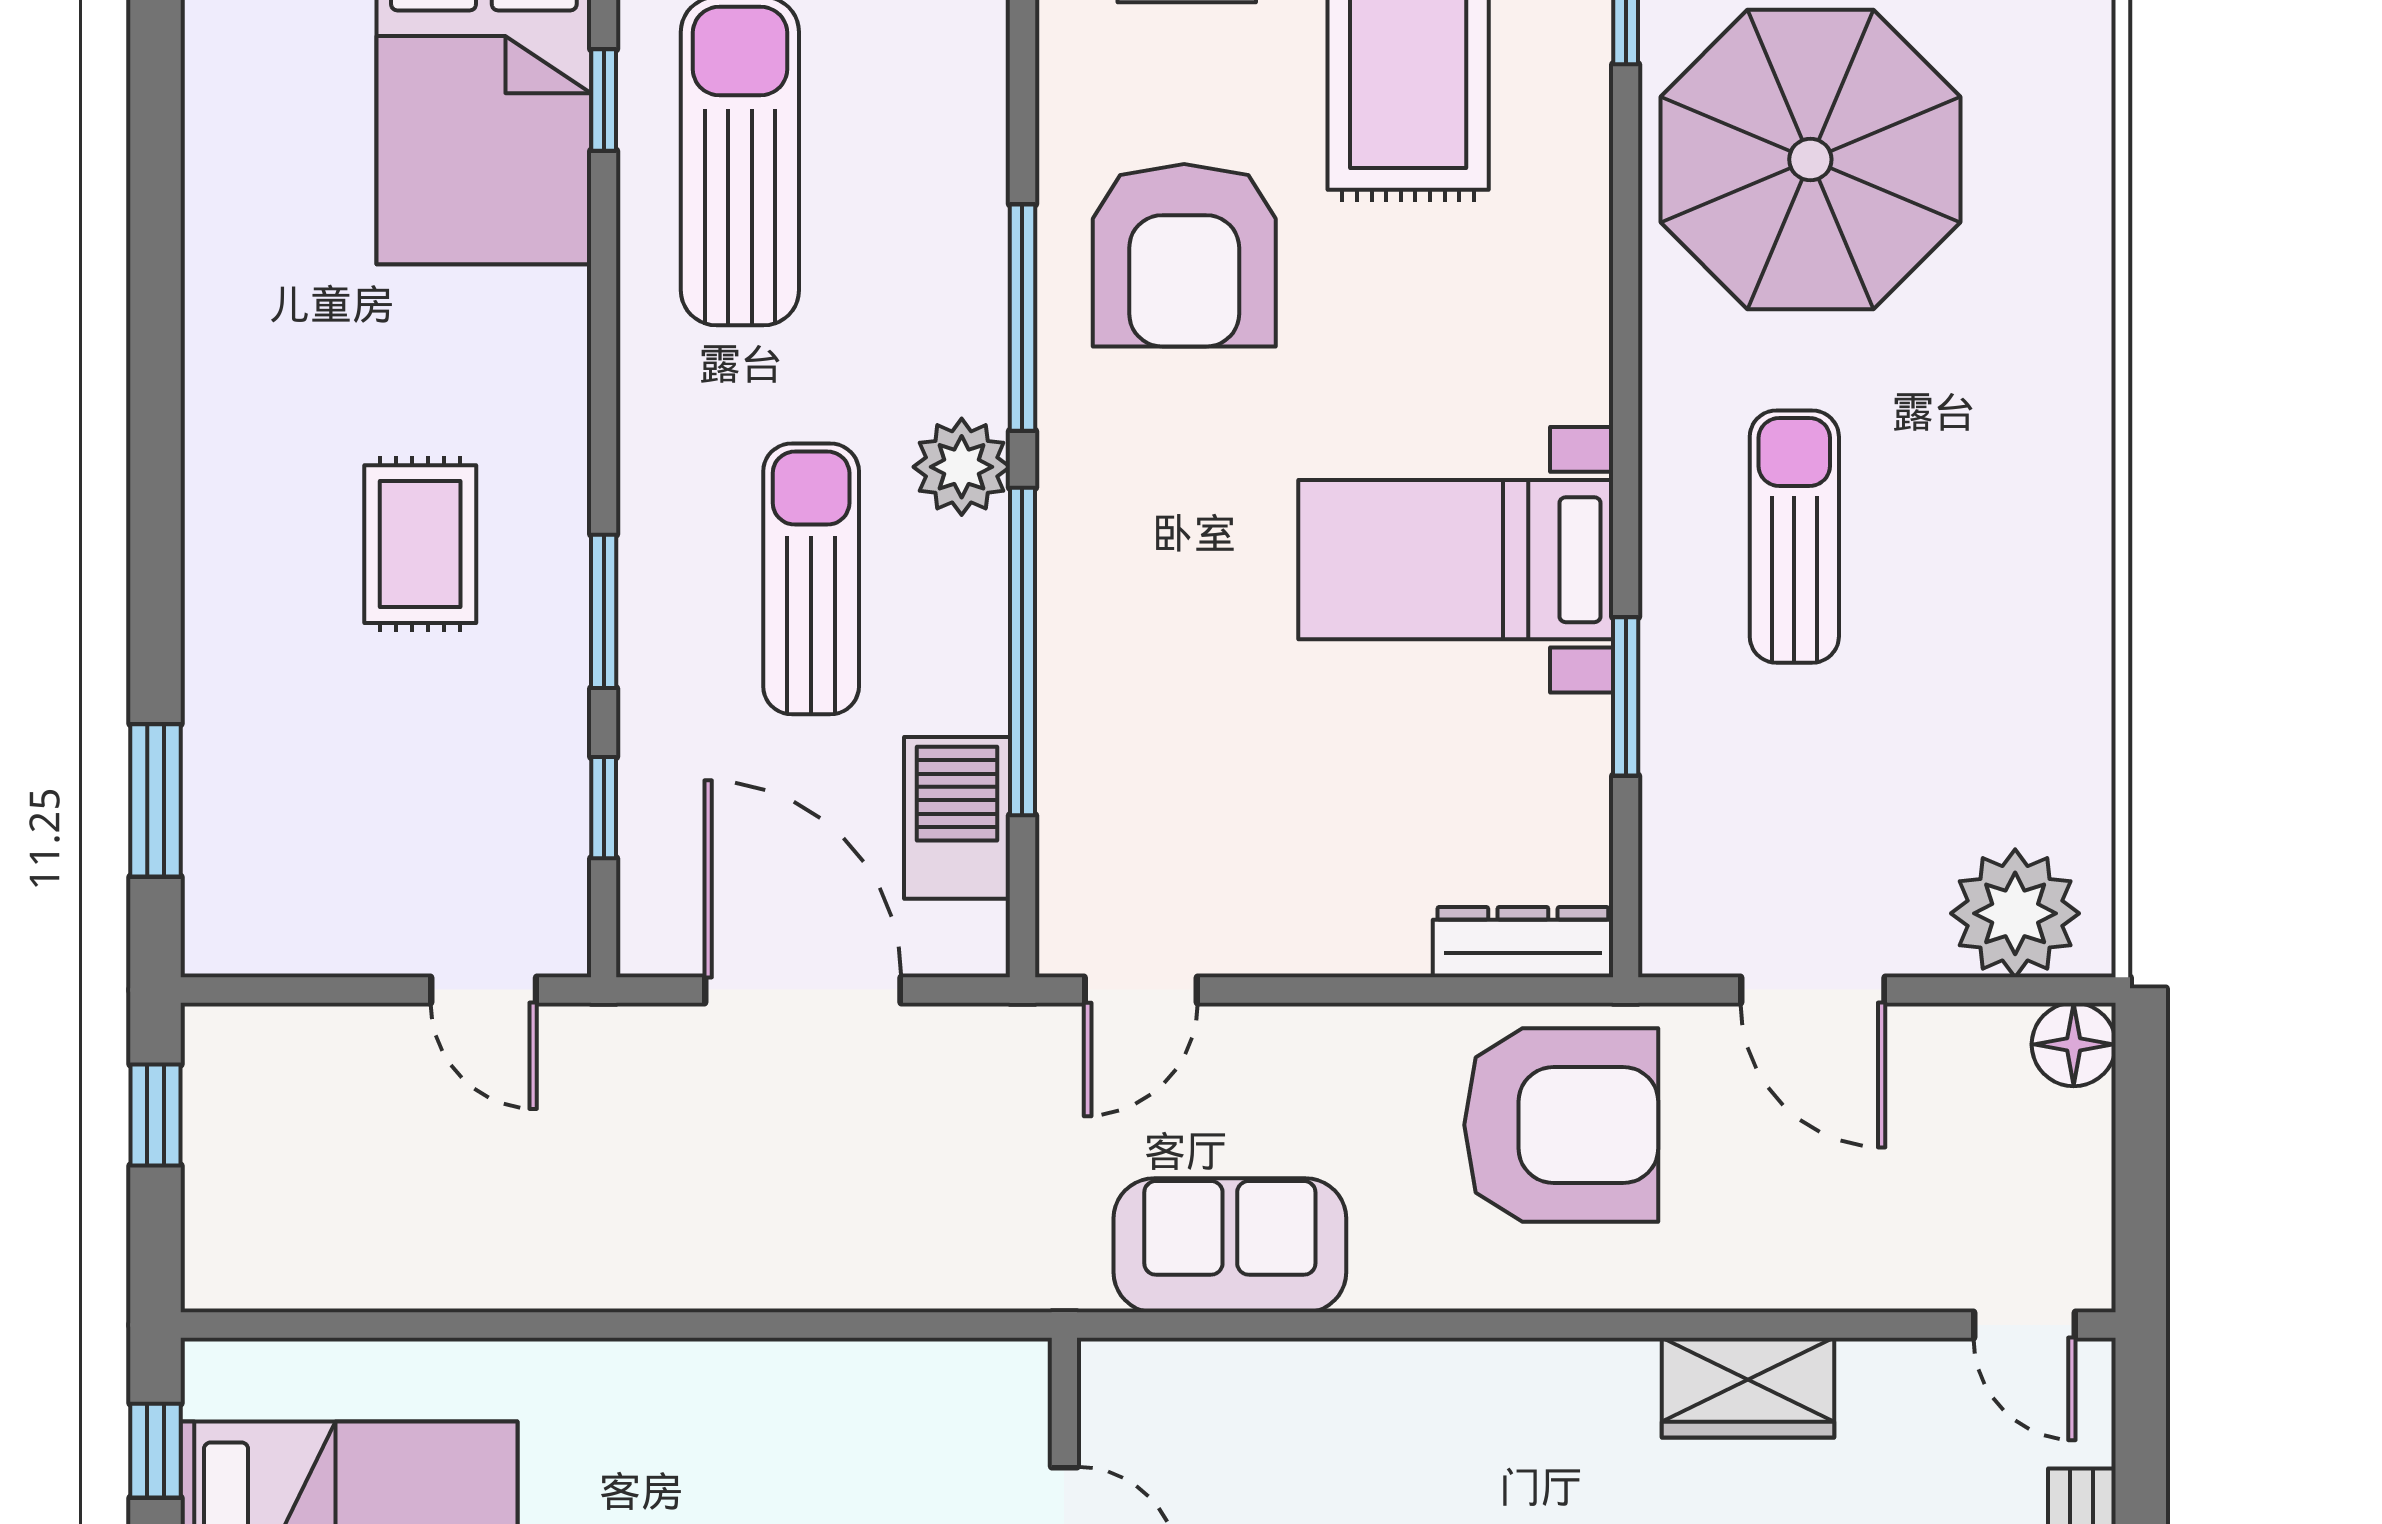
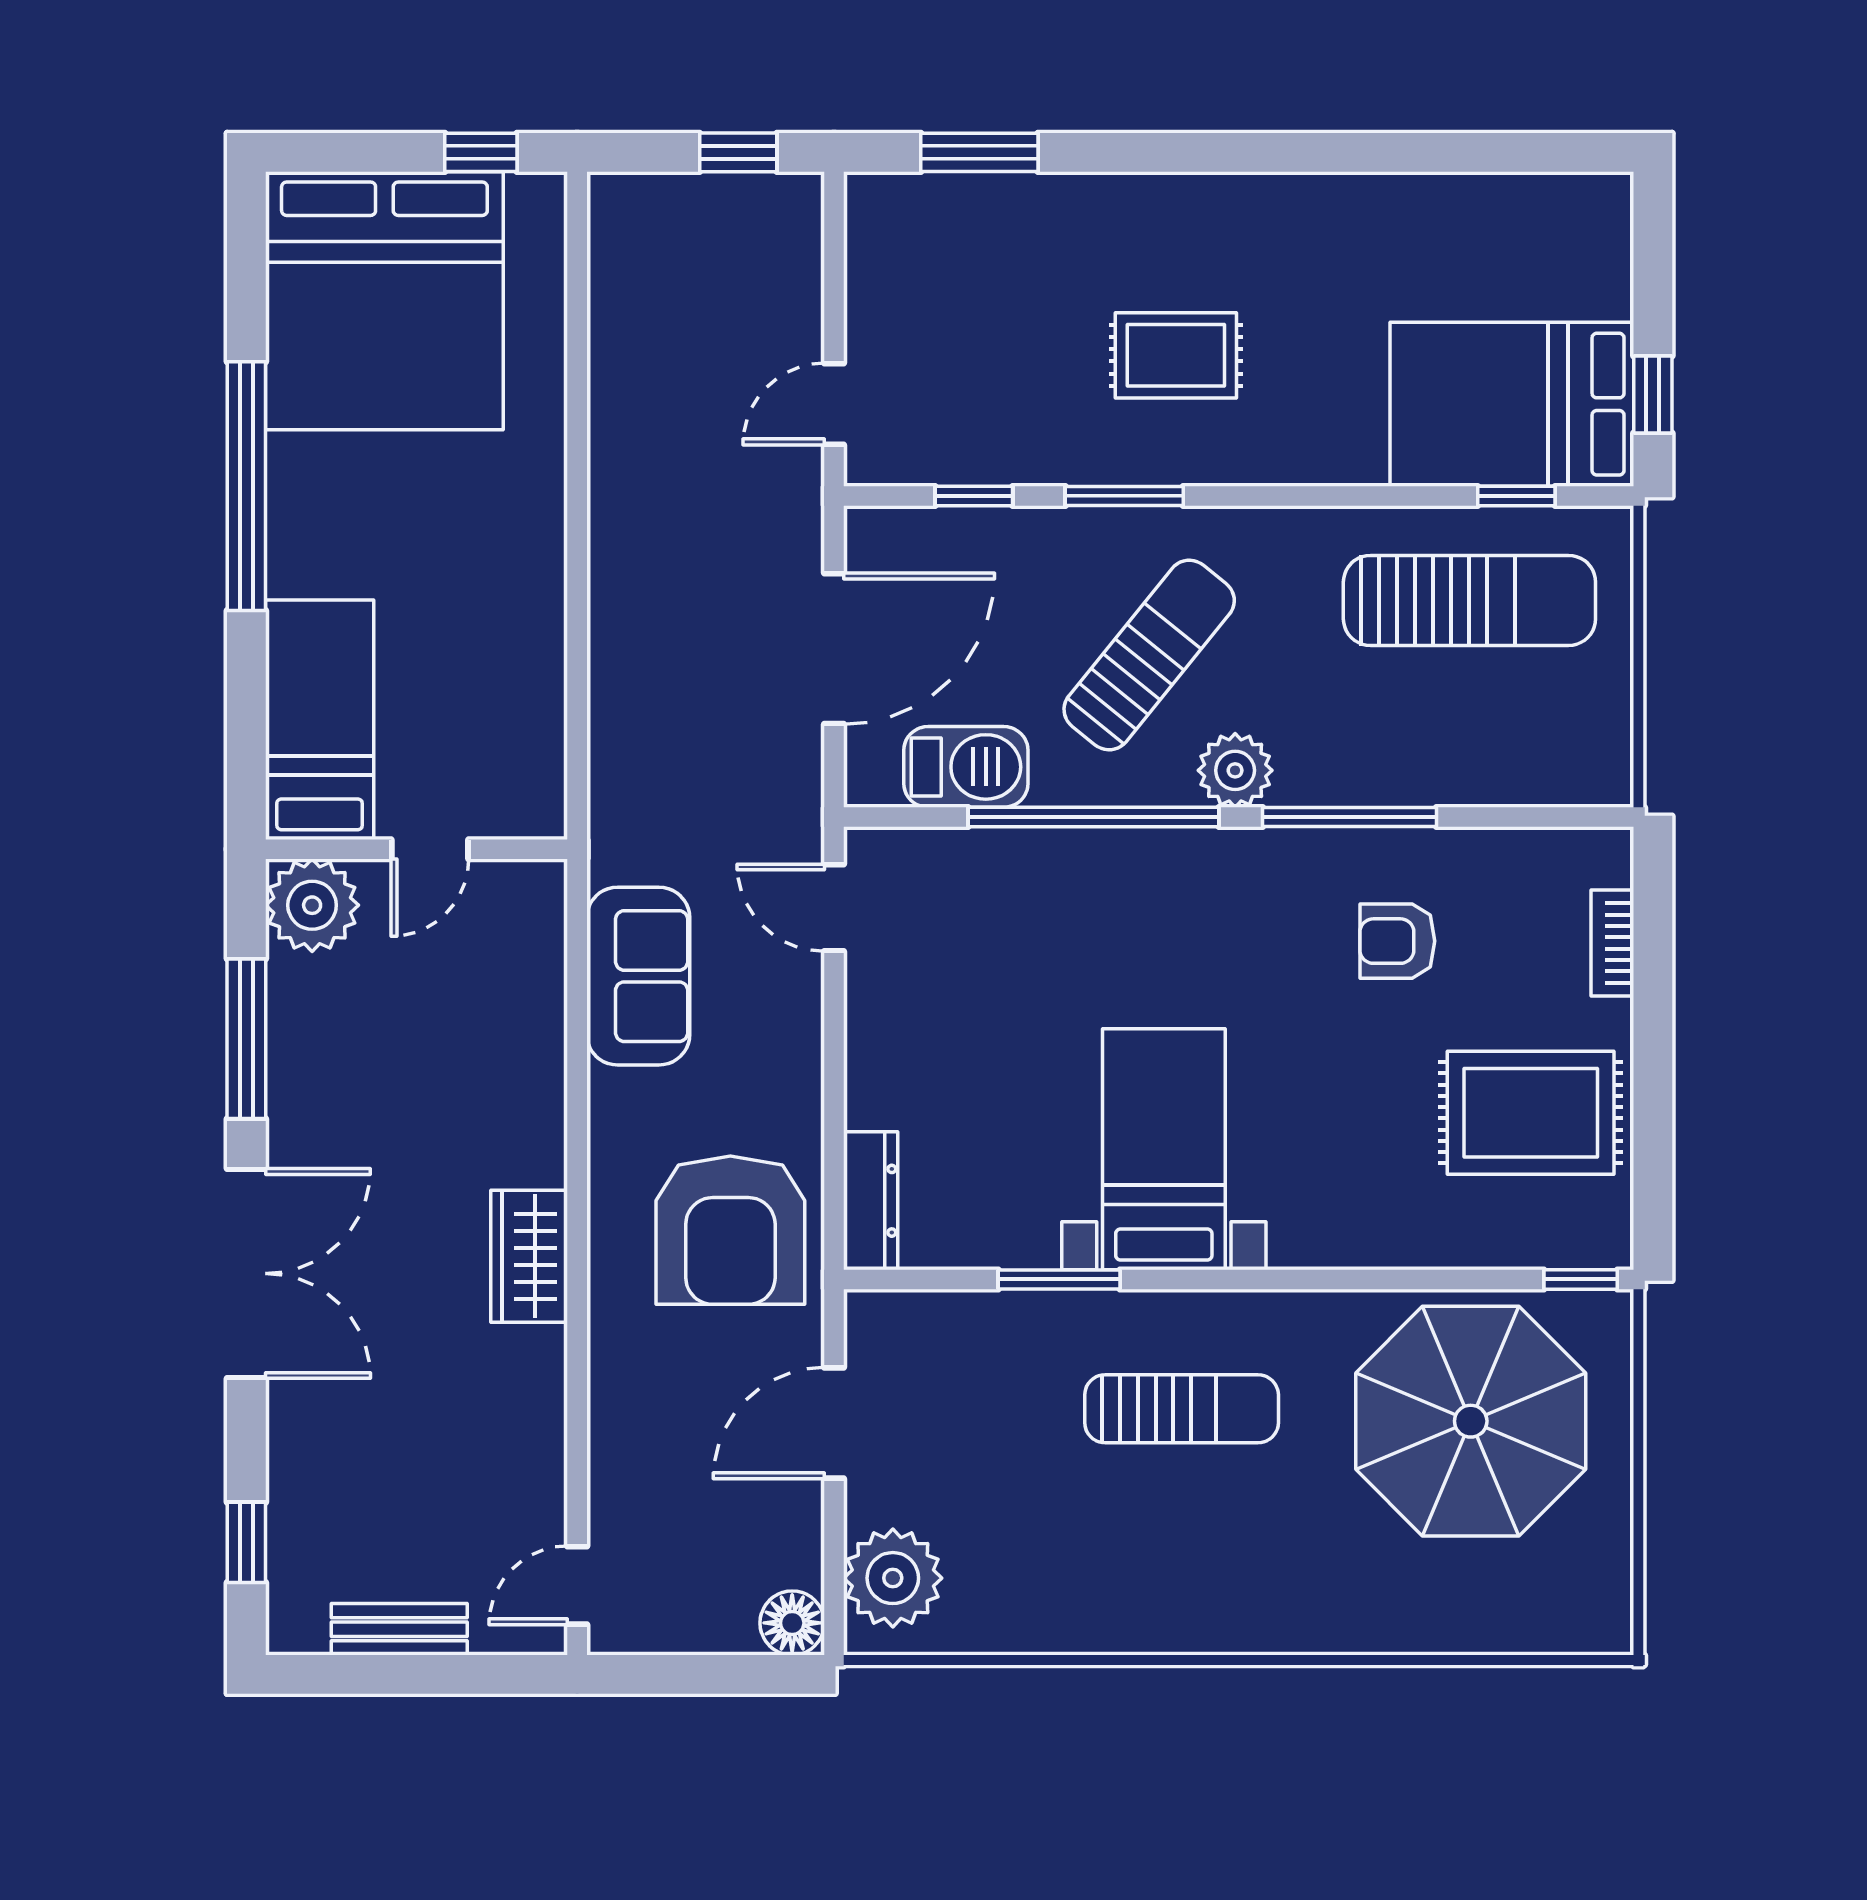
armchair: (1184, 255) -> (1397, 941), width x0.53, depth x0.53
sun lounger: (811, 579) -> (1149, 655), turned -51
wardrobe: (1748, 1388) -> (529, 1256), moved

